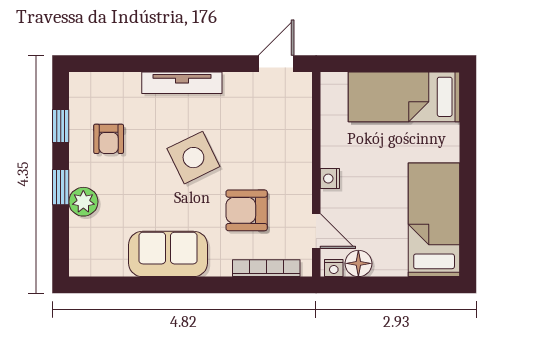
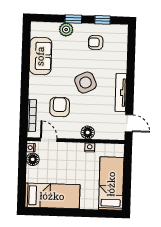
tv unit: (182, 83) -> (121, 93), moved
floor lamp: (298, 150) -> (88, 132), added
nightstand: (330, 179) -> (90, 148), moved
door: (316, 231) -> (49, 140), swing flipped
sofa: (168, 254) -> (40, 56), moved

